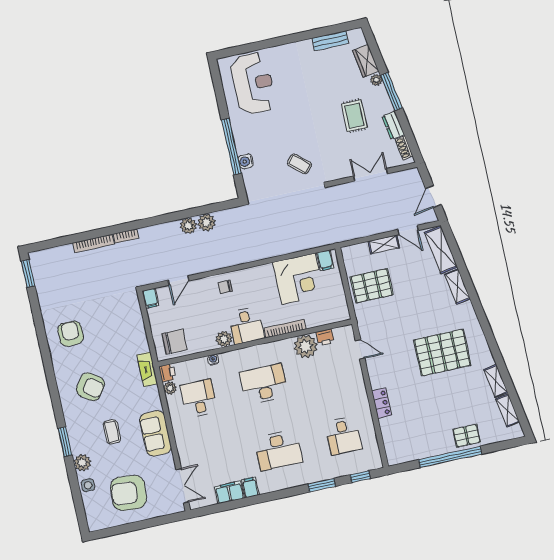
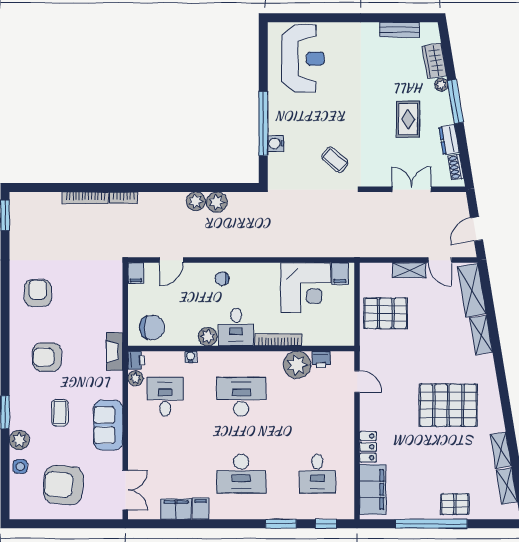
armchair: (91, 387) -> (47, 357), turned 145
filing cabinet: (394, 439) -> (373, 489), added

